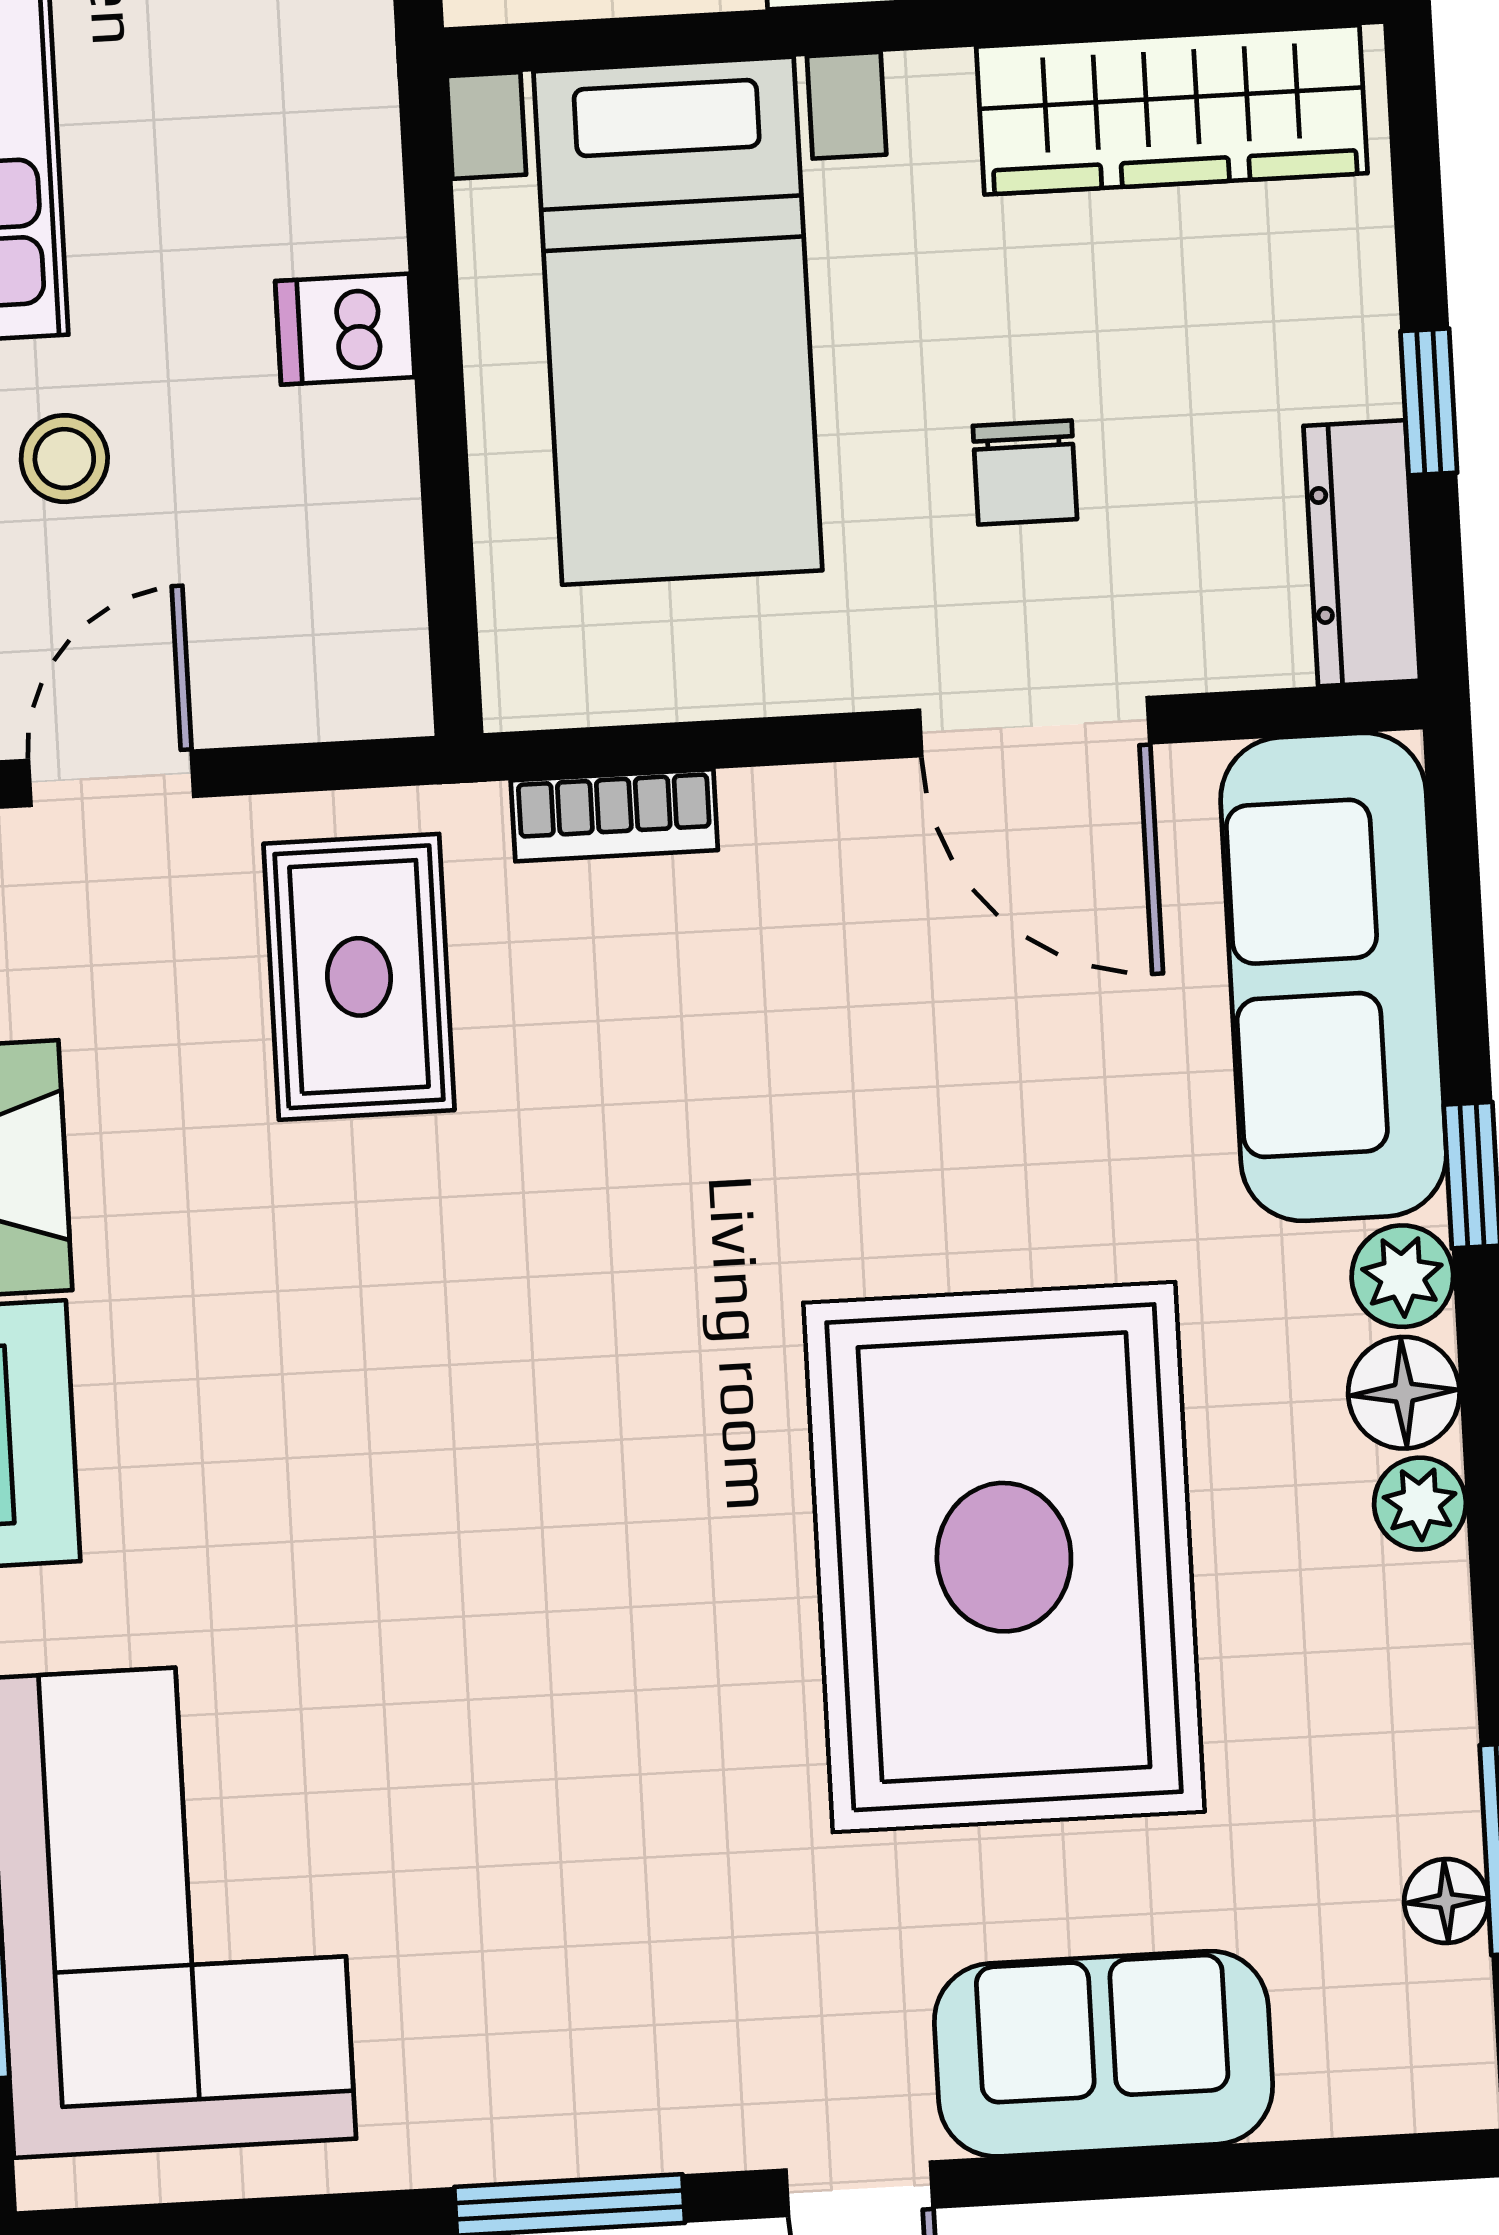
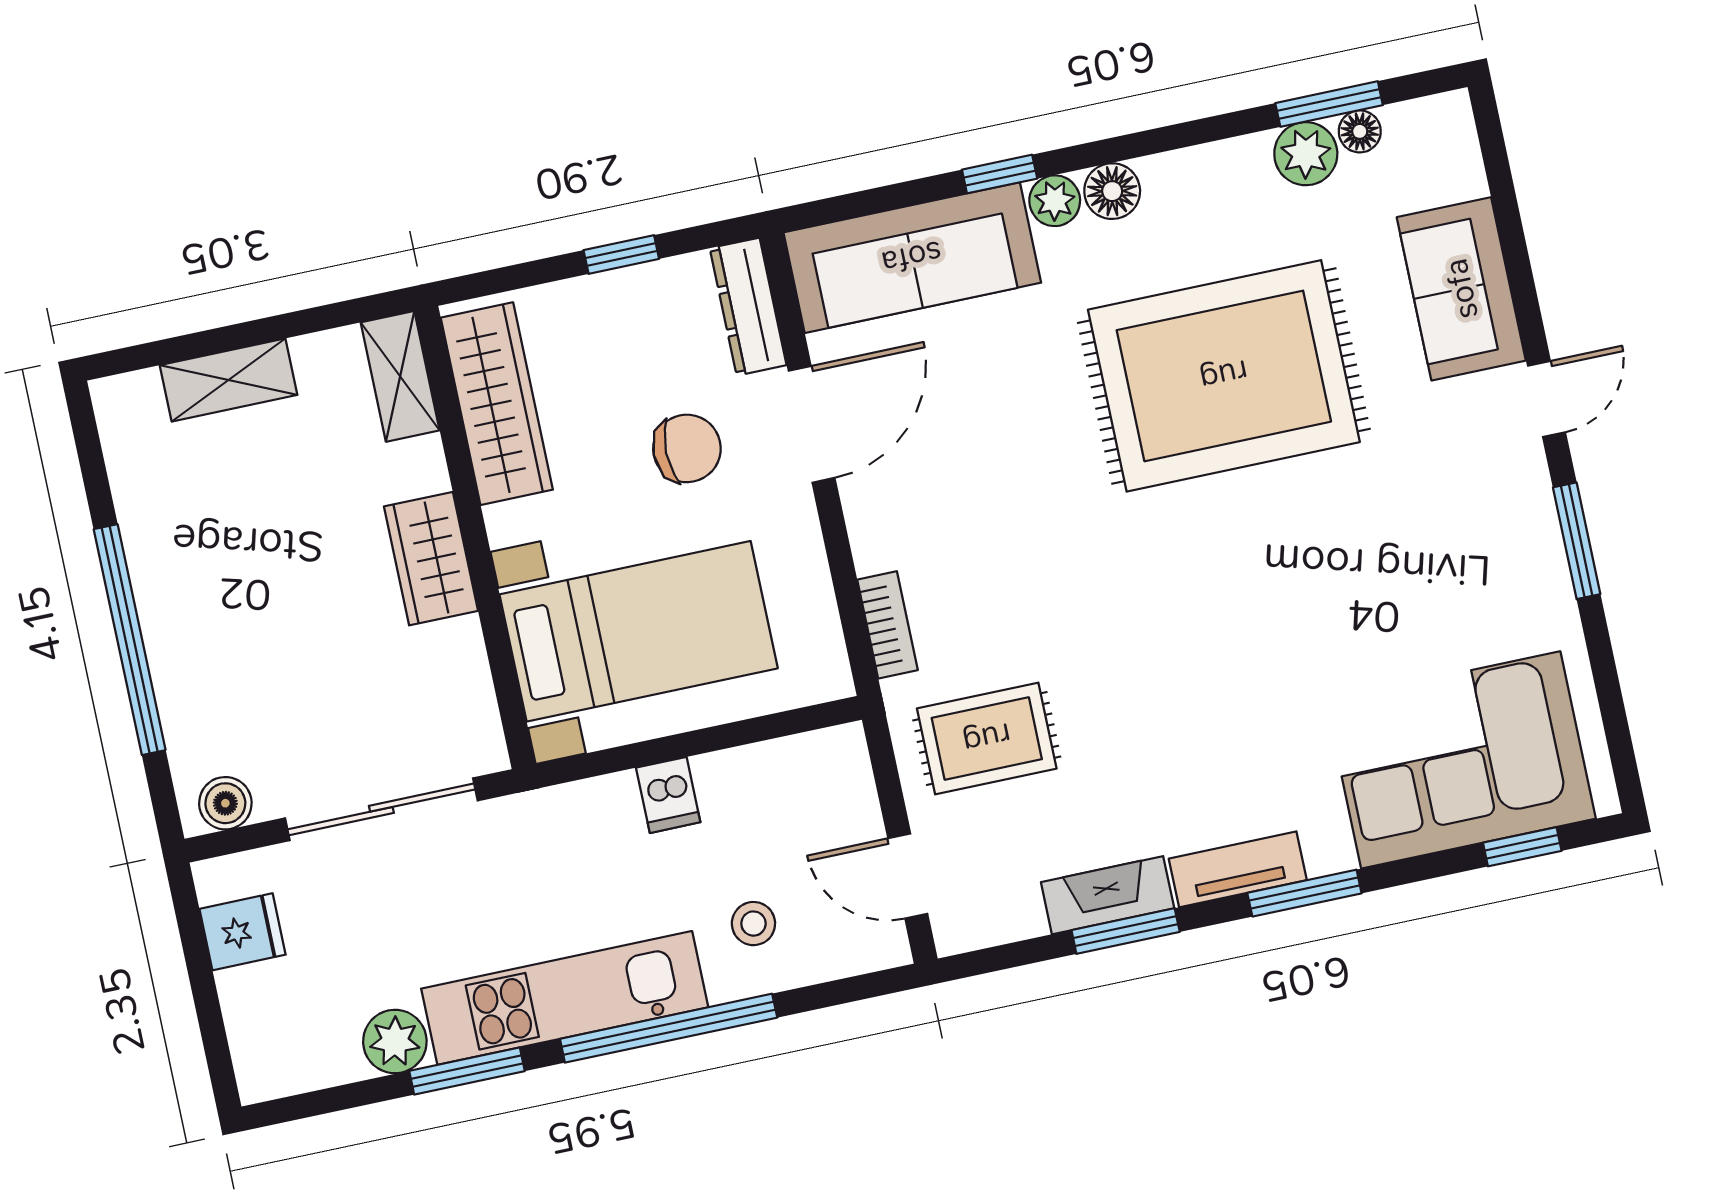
chair: (1025, 472) -> (687, 448), width x1.37, depth x1.37
dresser: (1362, 553) -> (748, 307), moved, turned 90
plant: (1420, 1504) -> (1306, 154), moved, width x1.38, depth x1.38

